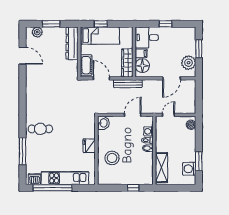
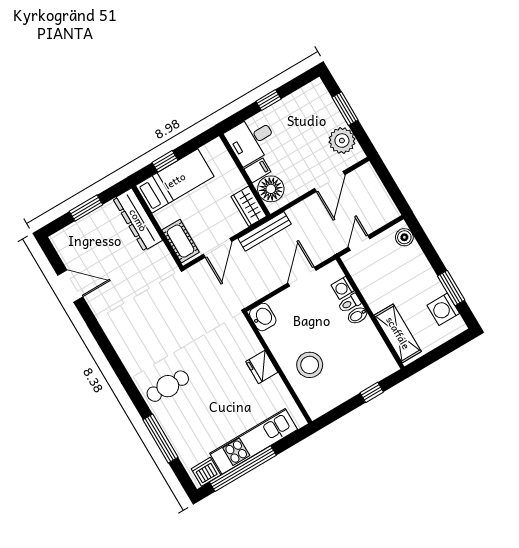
plant: (37, 32) -> (71, 235), removed
wardrobe: (127, 63) -> (249, 206), width x0.67
door: (101, 78) -> (218, 248), swing flipped

